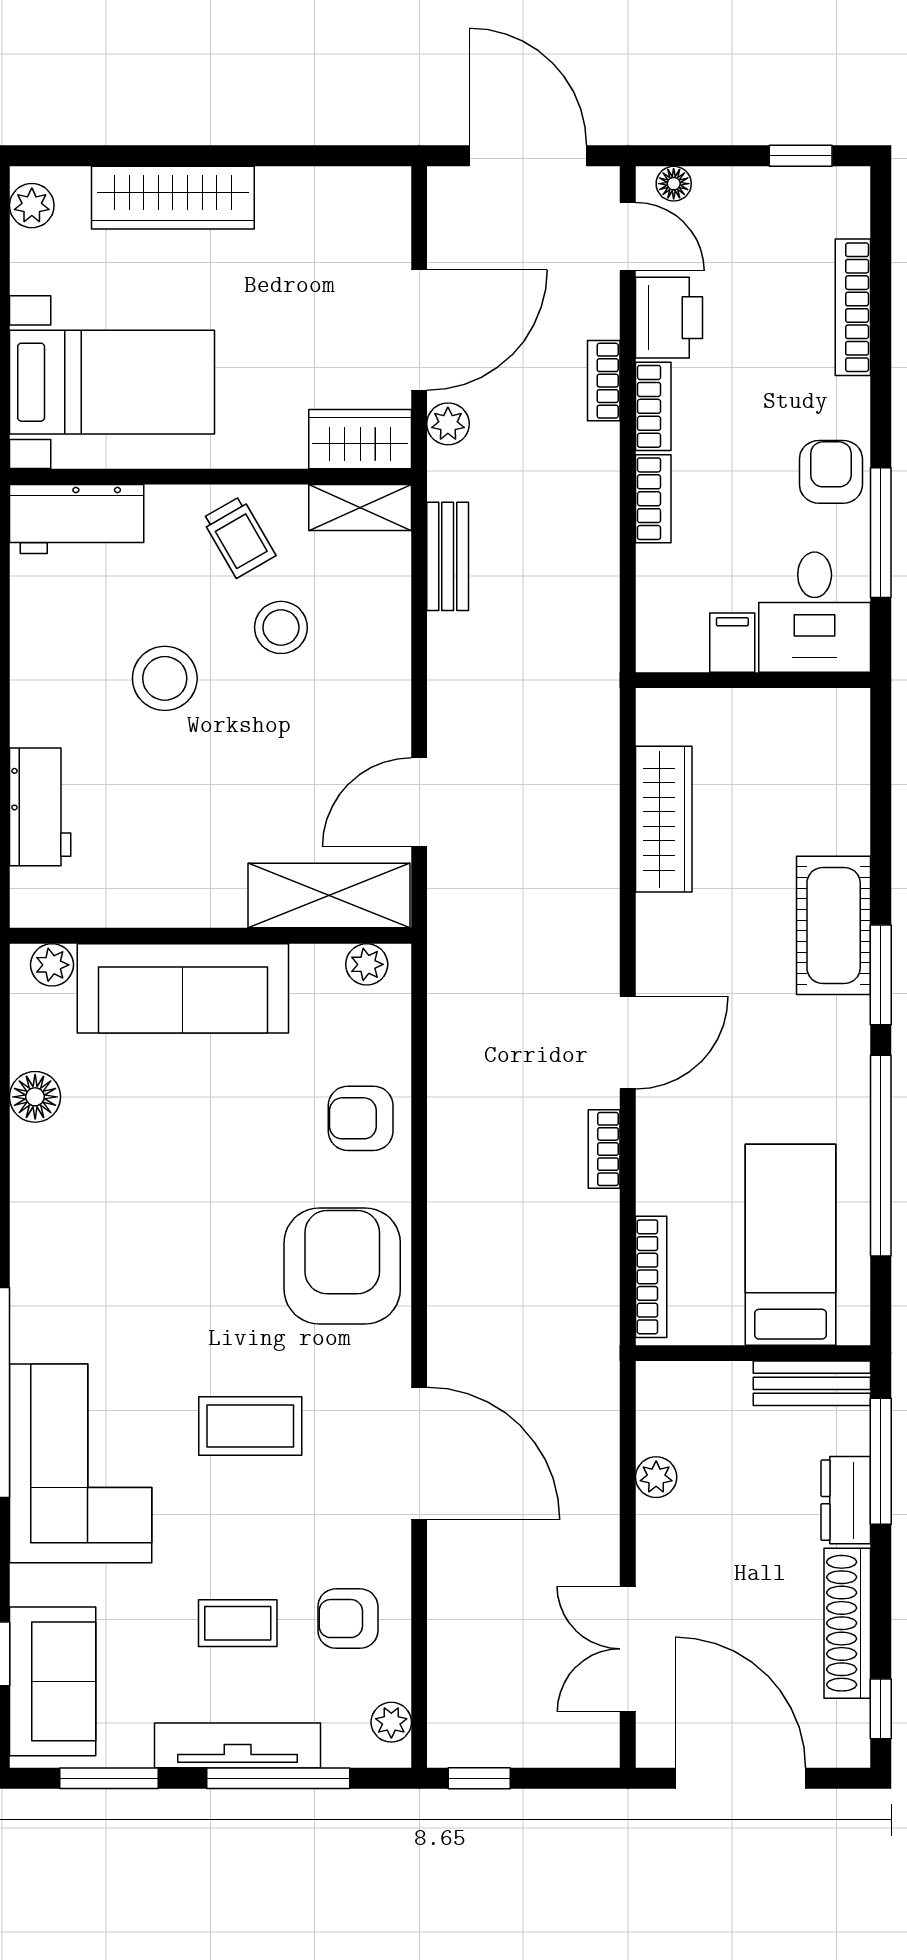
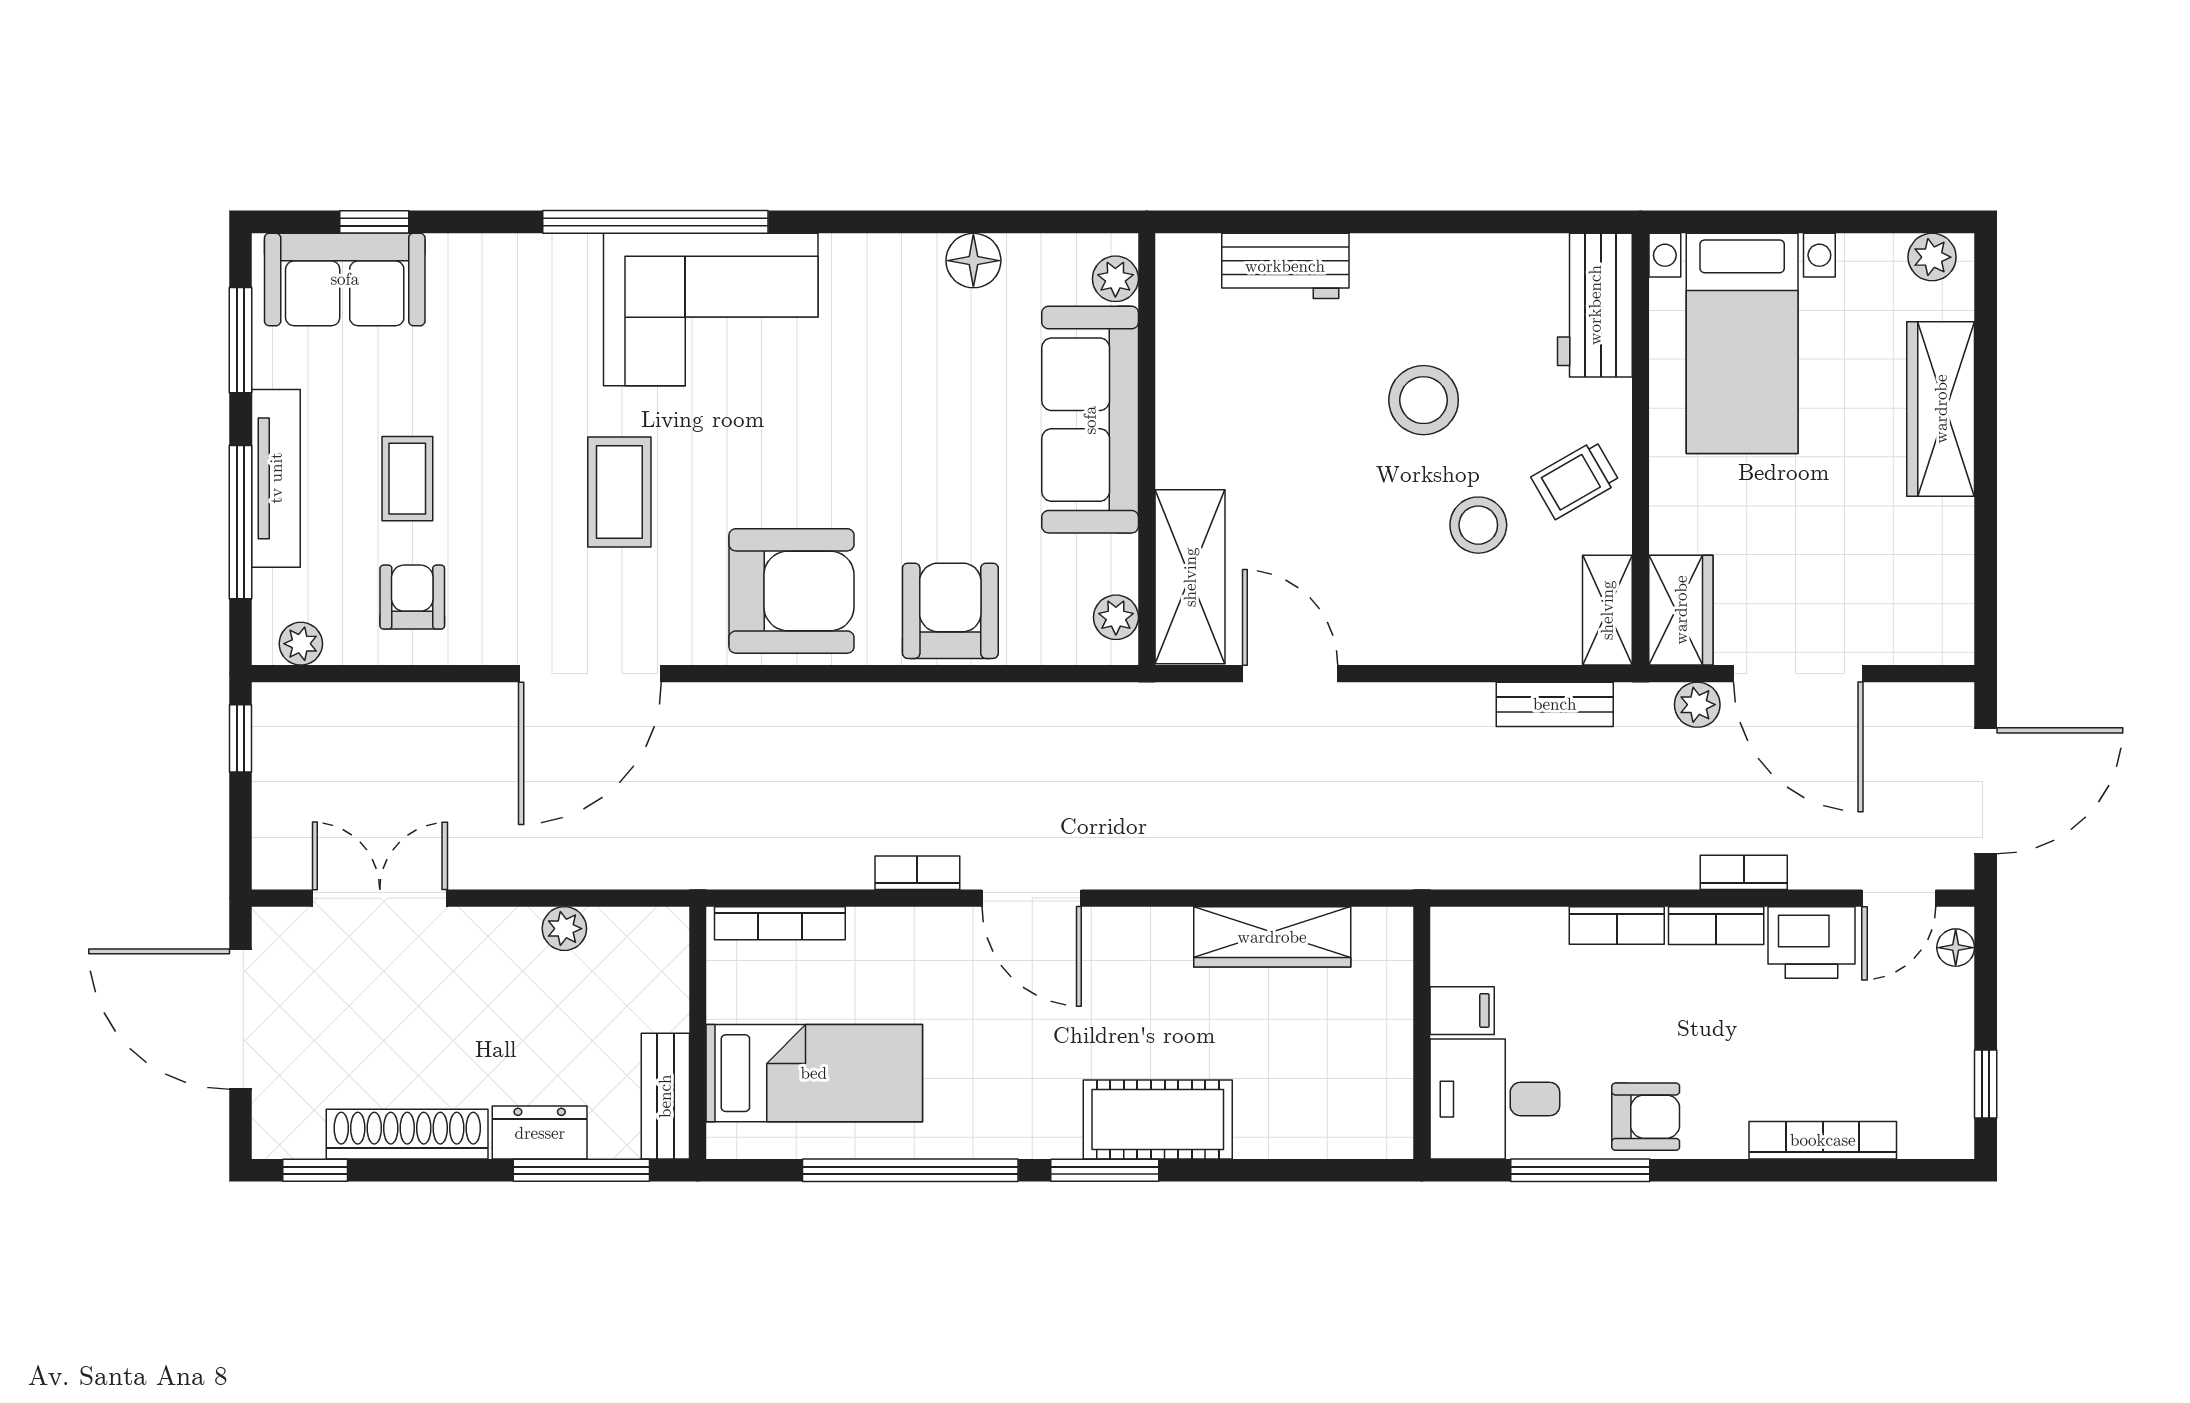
armchair: (361, 1118) -> (950, 611), width x1.38, depth x1.38
corner sofa: (81, 1463) -> (711, 310), moved
door: (740, 1778) -> (240, 1019), swing flipped

